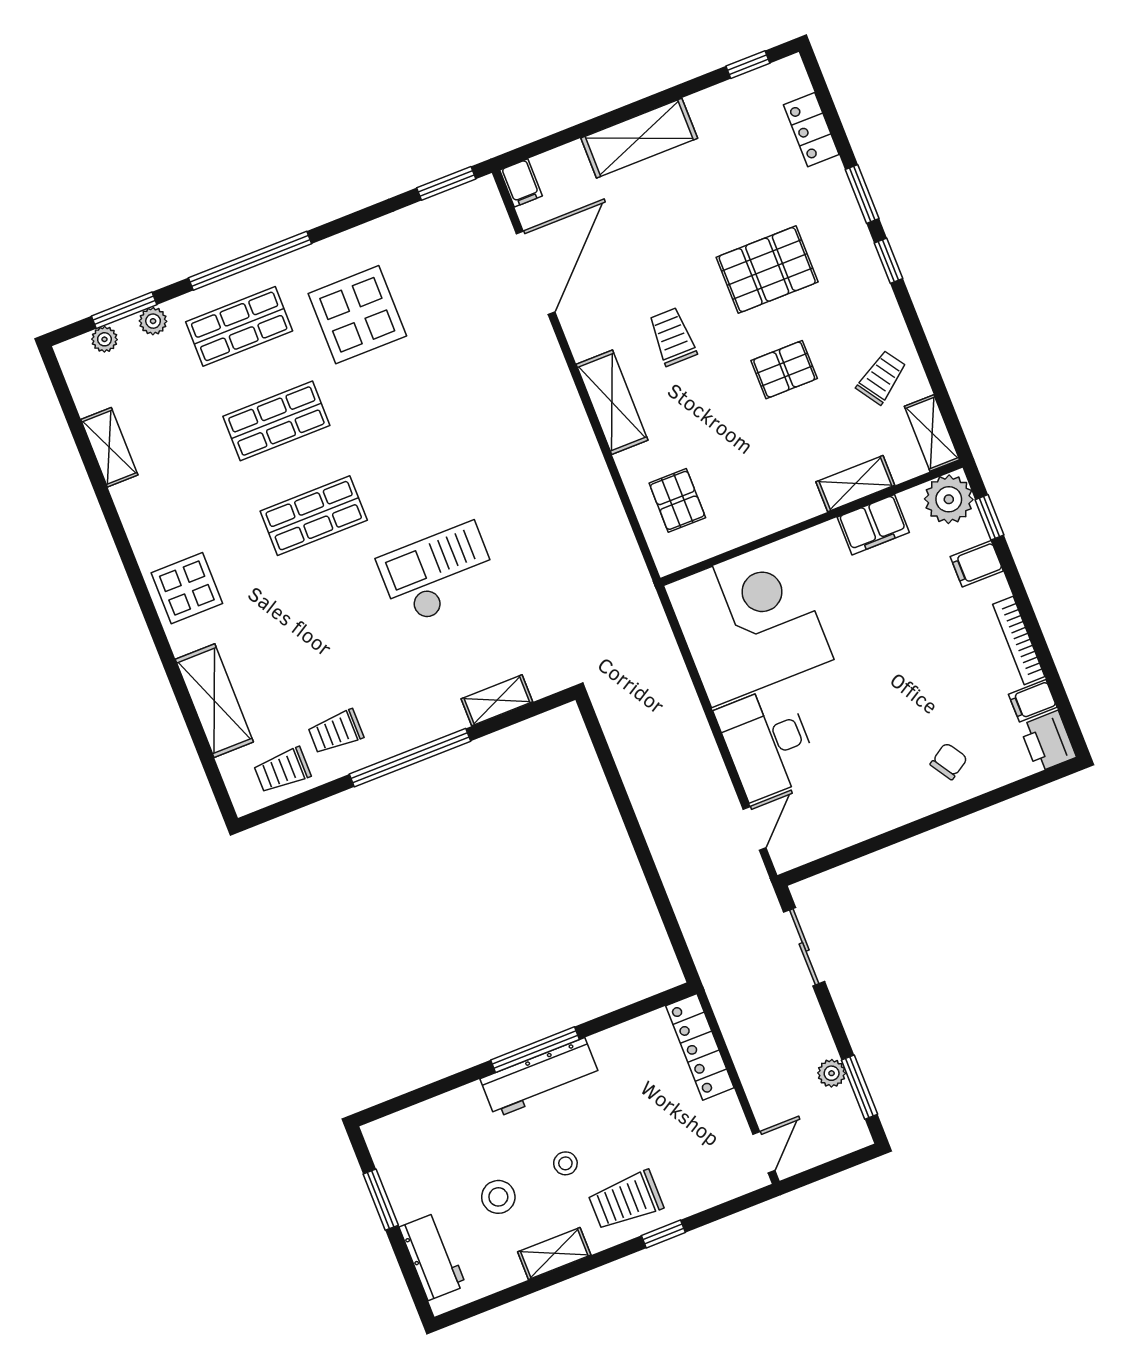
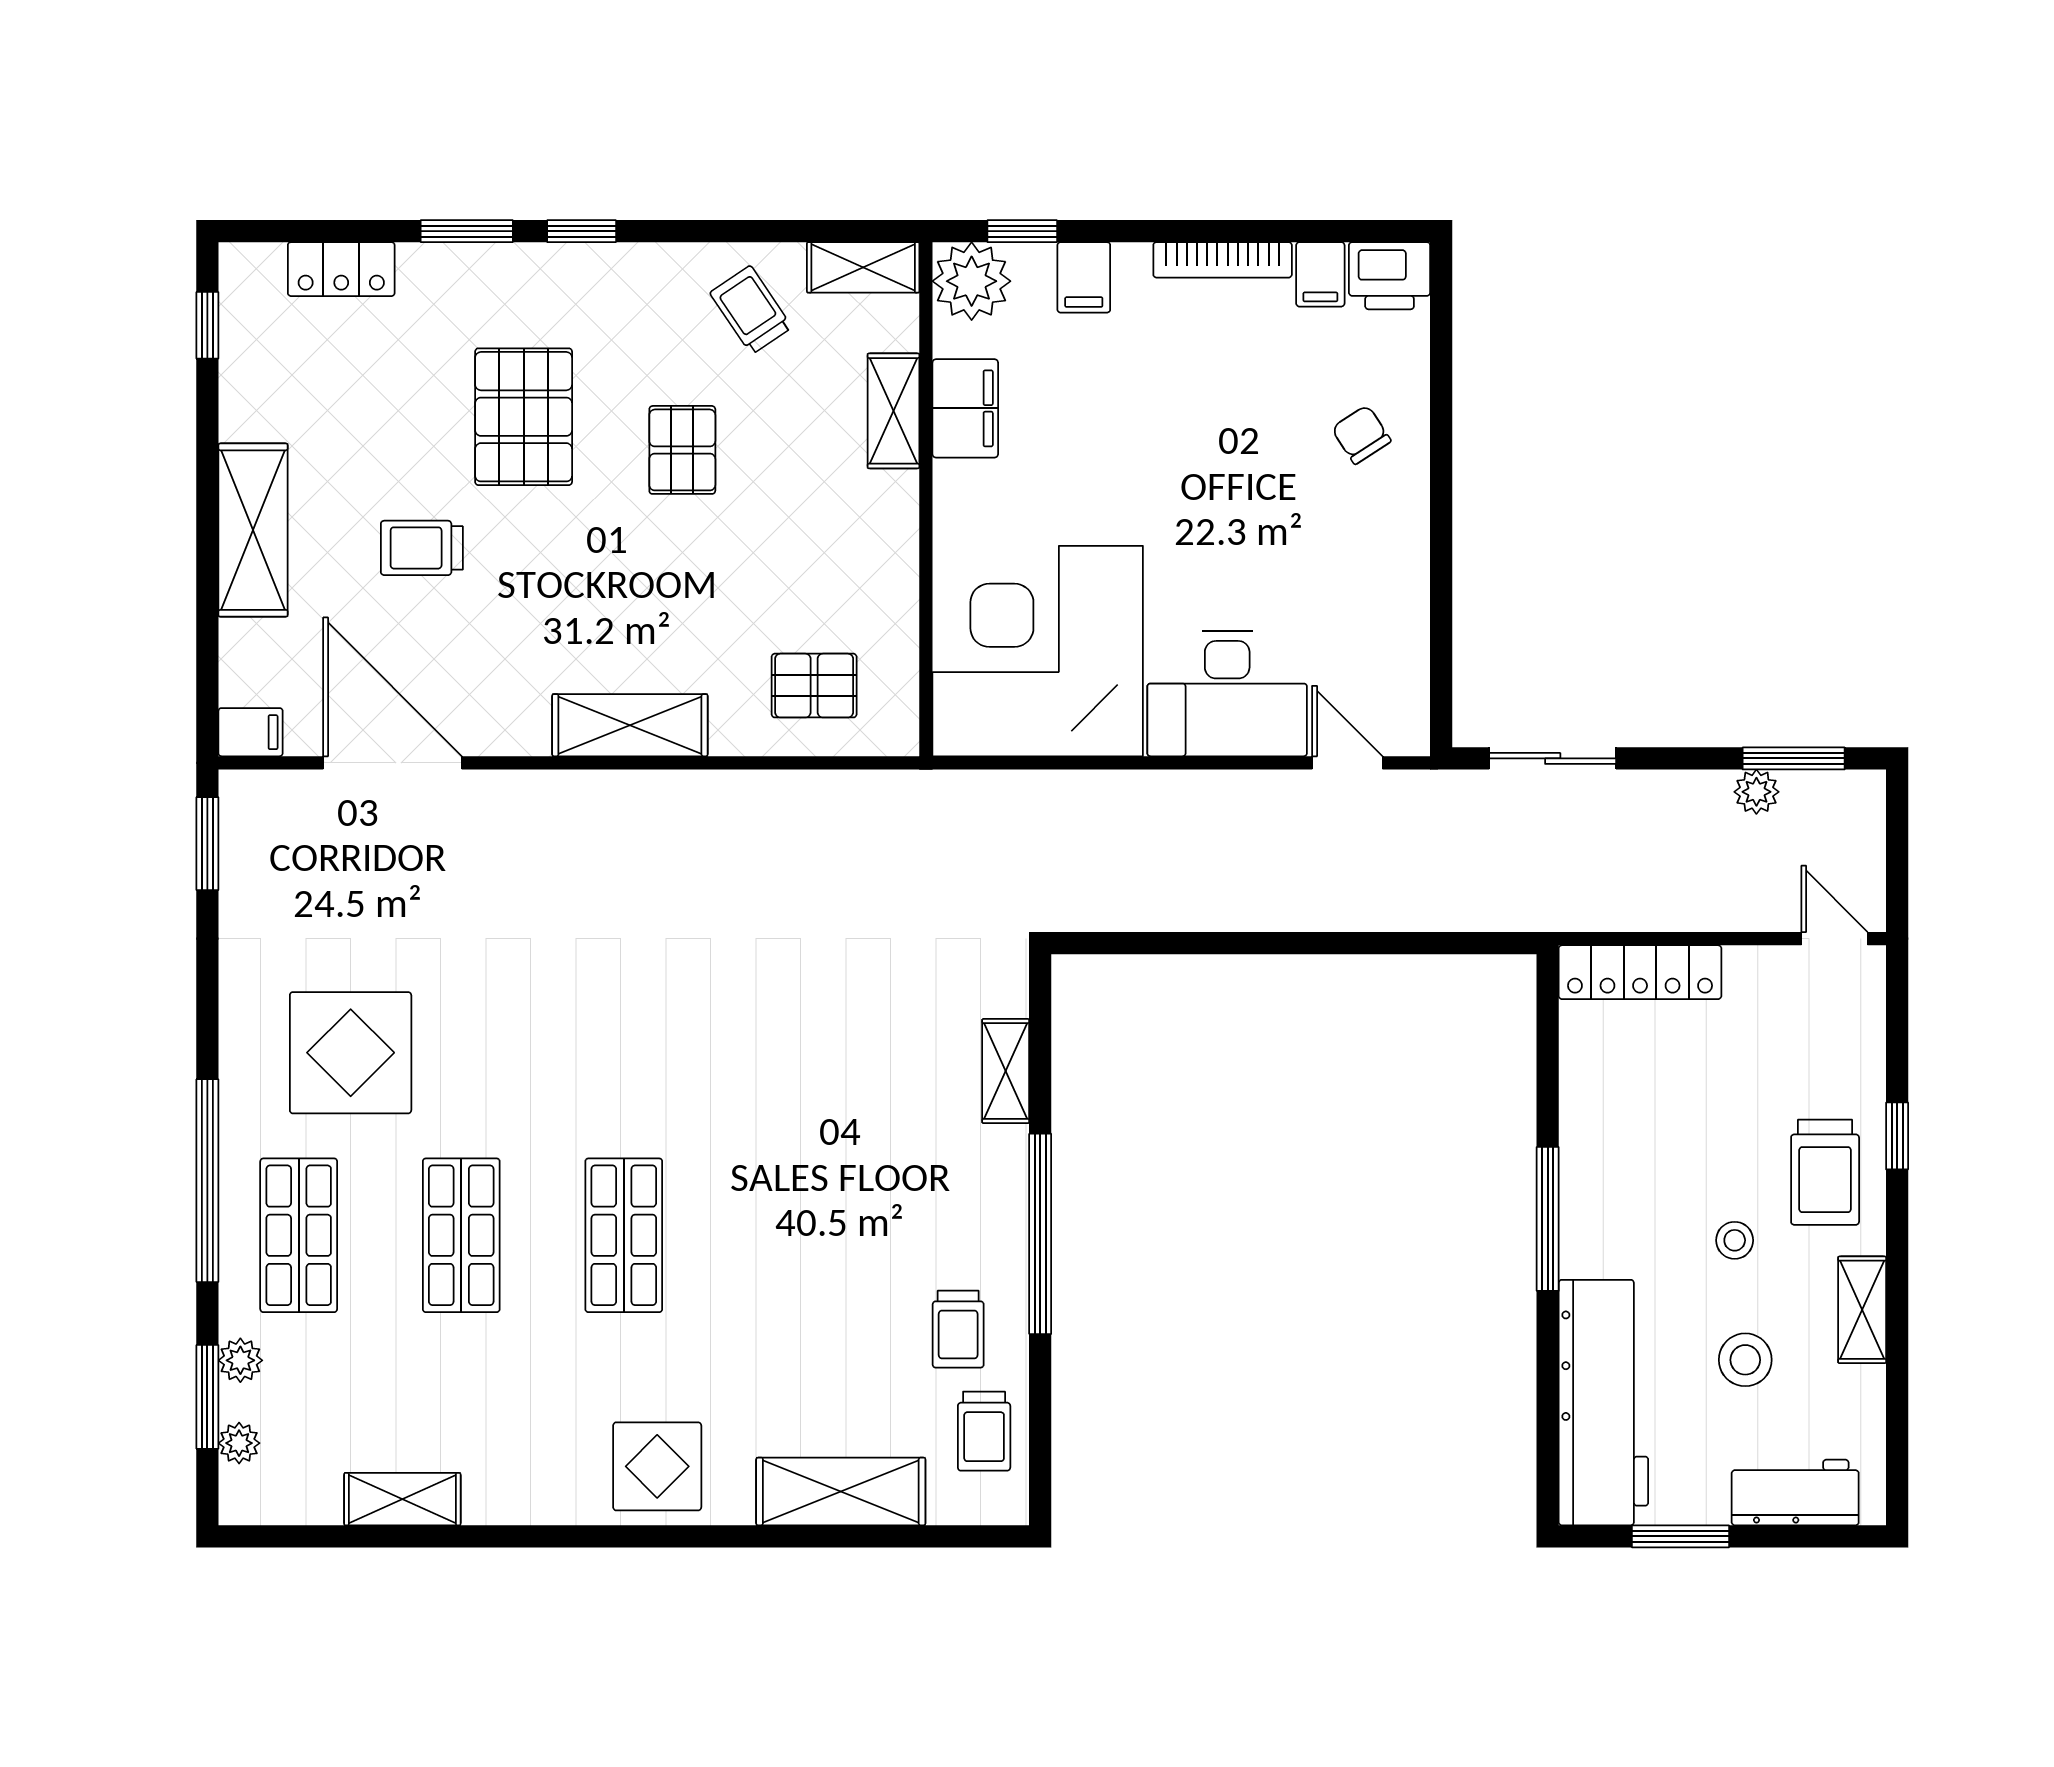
trolley: (672, 337) -> (422, 548), moved
checkout: (438, 574) -> (783, 1084), removed
workbench: (540, 1078) -> (1603, 1403), moved, width x1.36, depth x1.32

